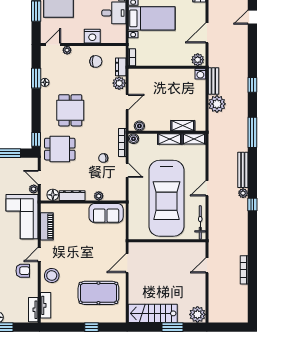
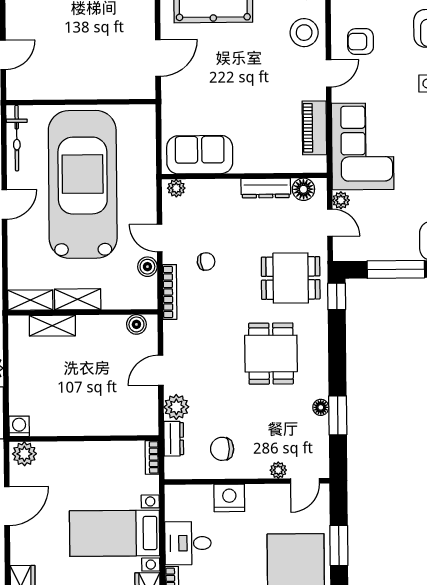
boiler: (134, 139) -> (147, 267), moved
plant: (99, 196) -> (176, 188), moved

